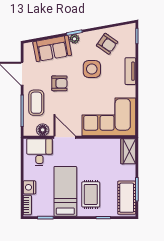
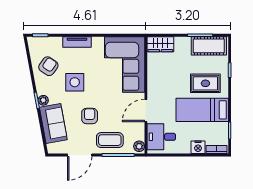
floor lamp: (43, 130) -> (138, 133), removed
plant: (30, 131) -> (139, 146), added

